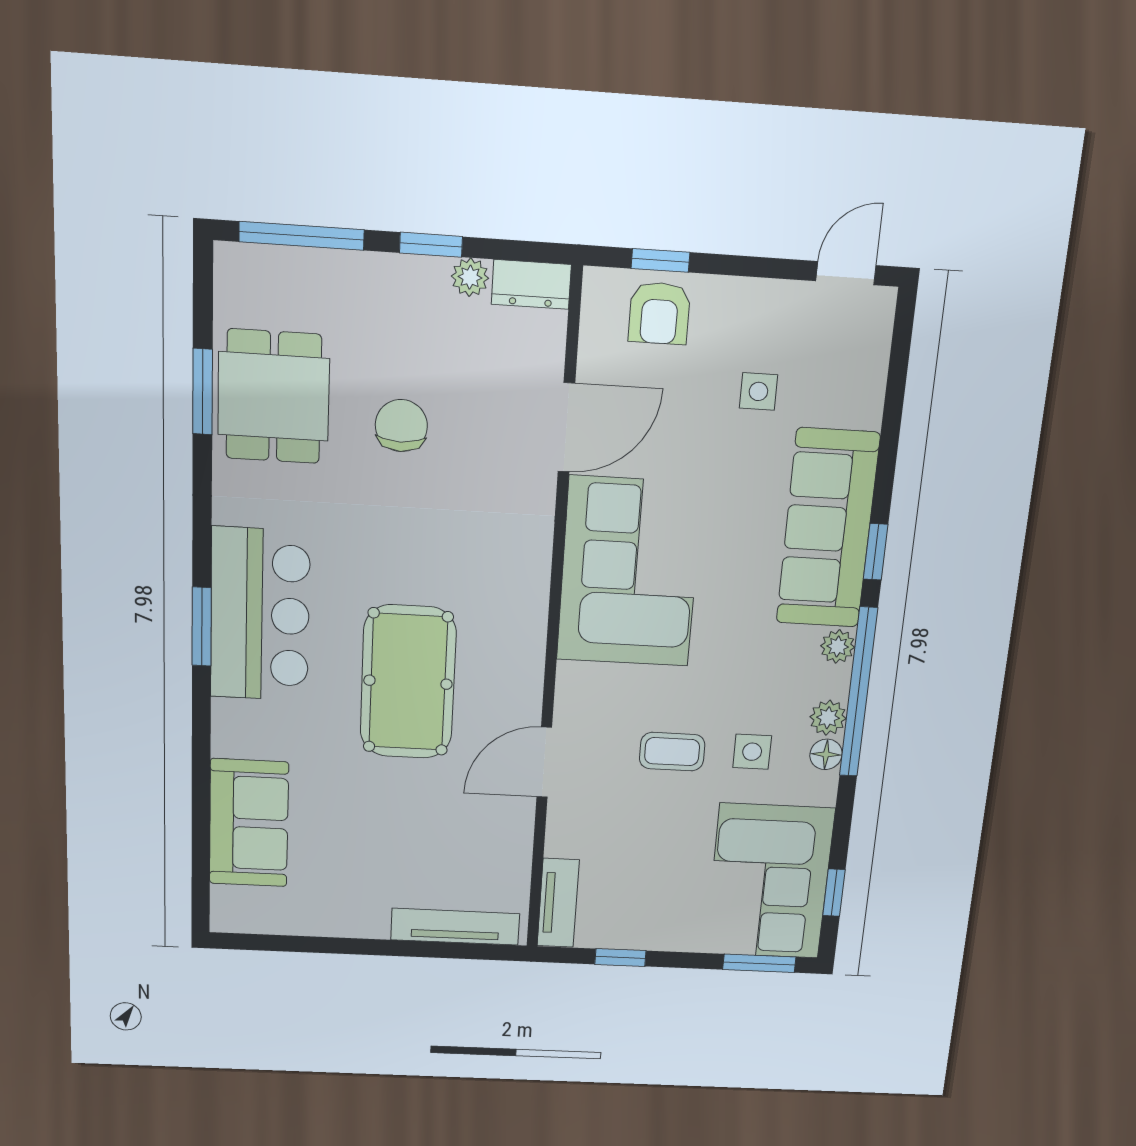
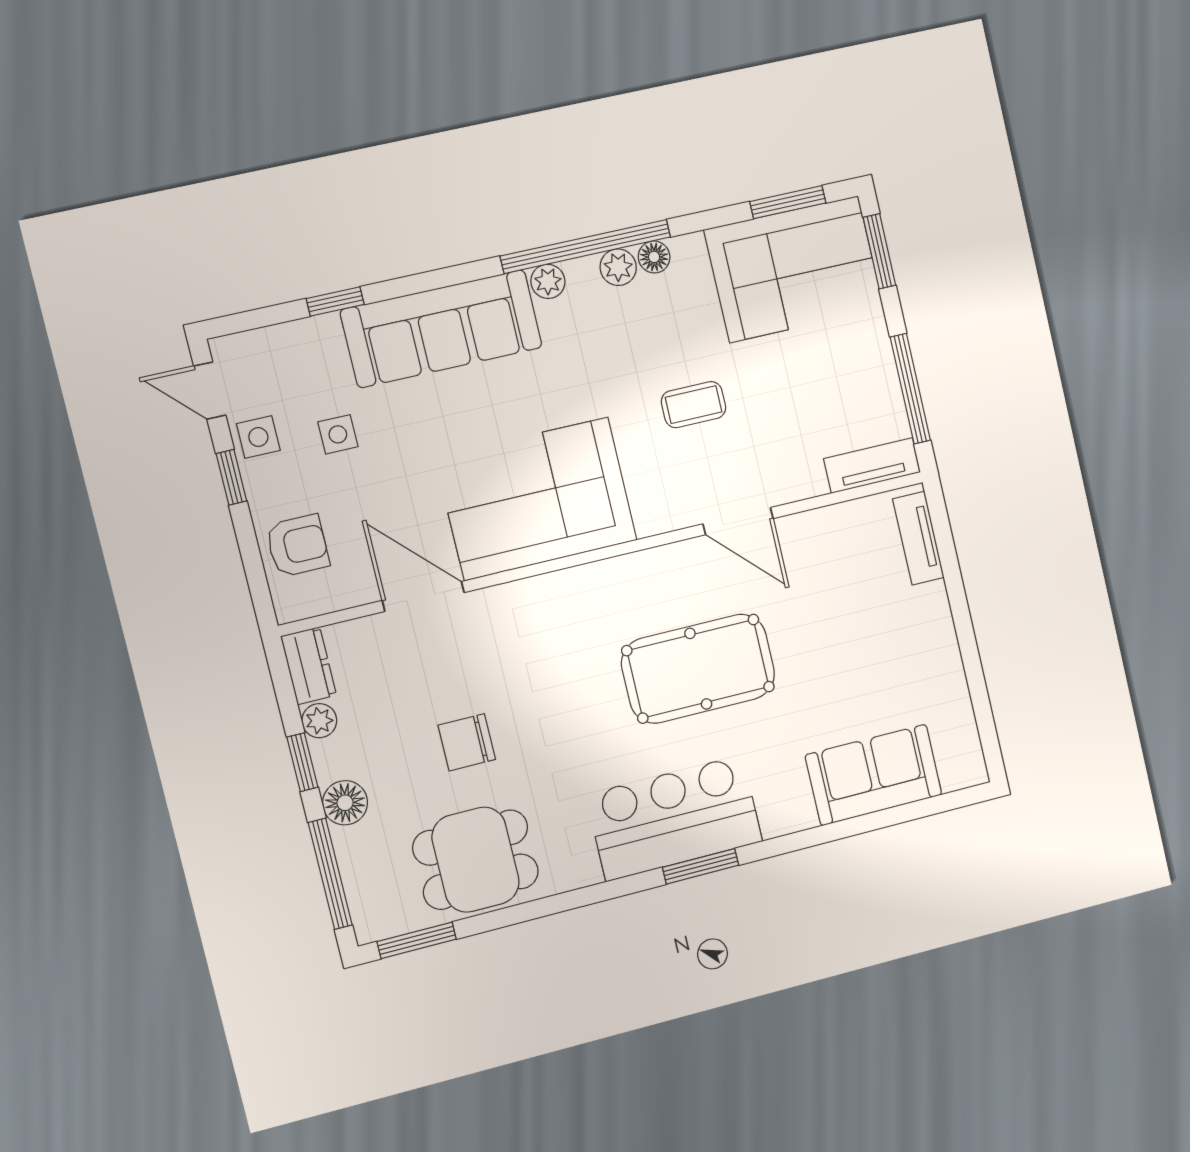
window: (660, 260) -> (231, 477), moved
floor lamp: (374, 277) -> (345, 803), added
window: (203, 392) -> (417, 940), moved
window: (876, 552) -> (335, 301), moved
coffee table: (672, 752) -> (694, 405), turned 90
side table: (752, 752) -> (258, 437), moved
window: (834, 893) -> (788, 202), width x1.50
tv unit: (455, 927) -> (918, 538), width x0.71
window: (620, 958) -> (910, 389), width x2.17

